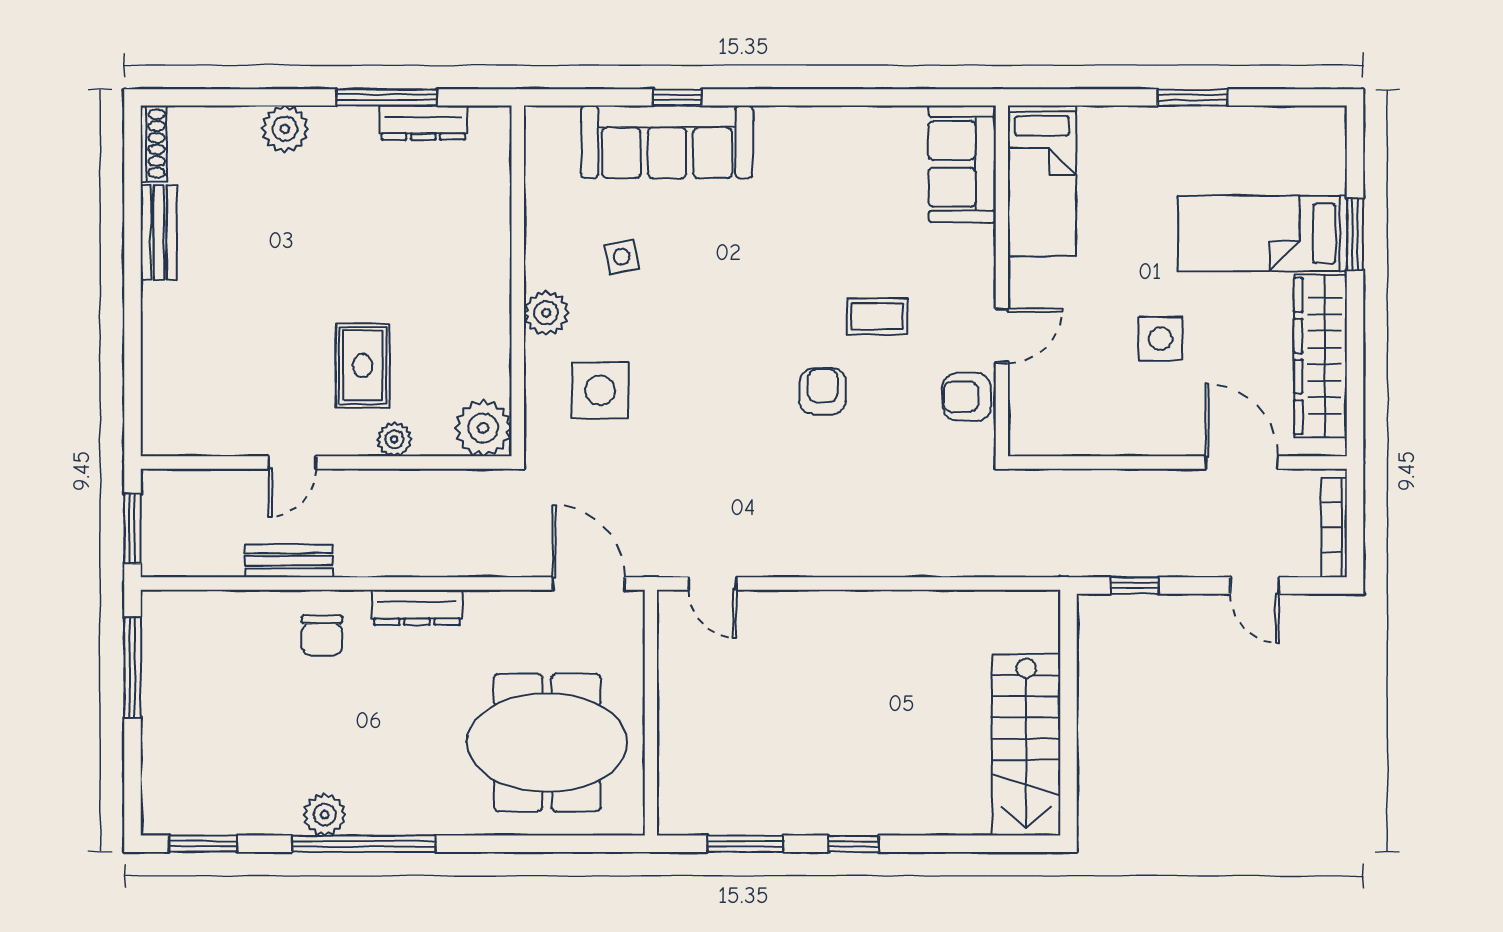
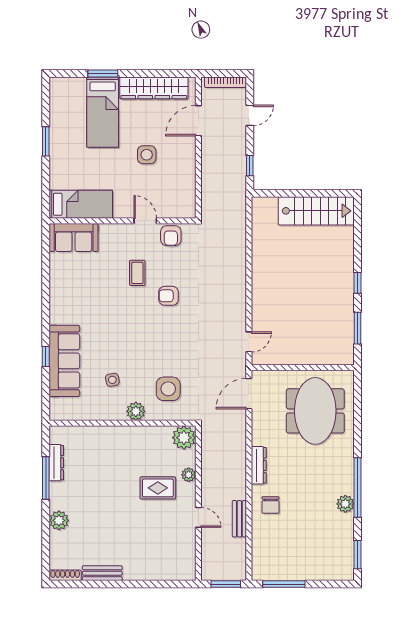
chair: (322, 635) -> (271, 505), turned 90

